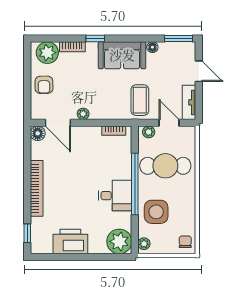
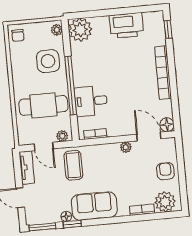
window: (95, 39) -> (72, 224), moved
desk: (115, 196) -> (91, 101), moved

